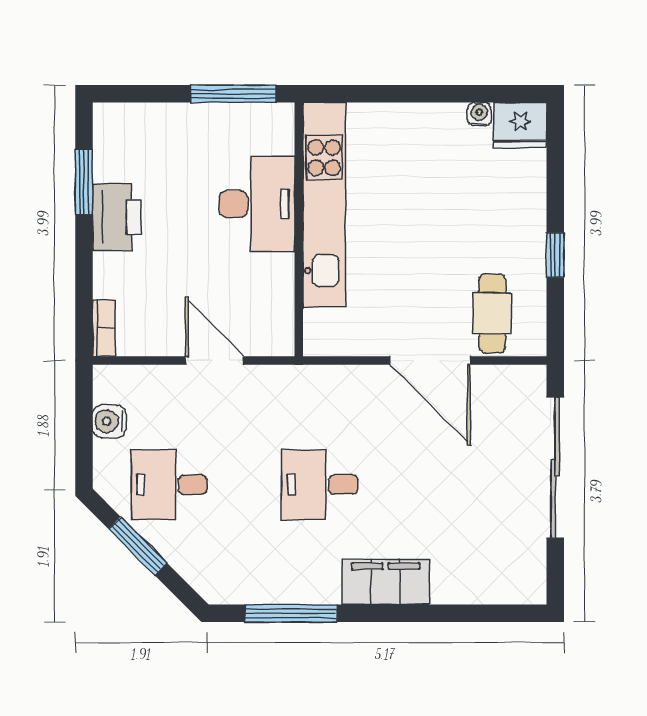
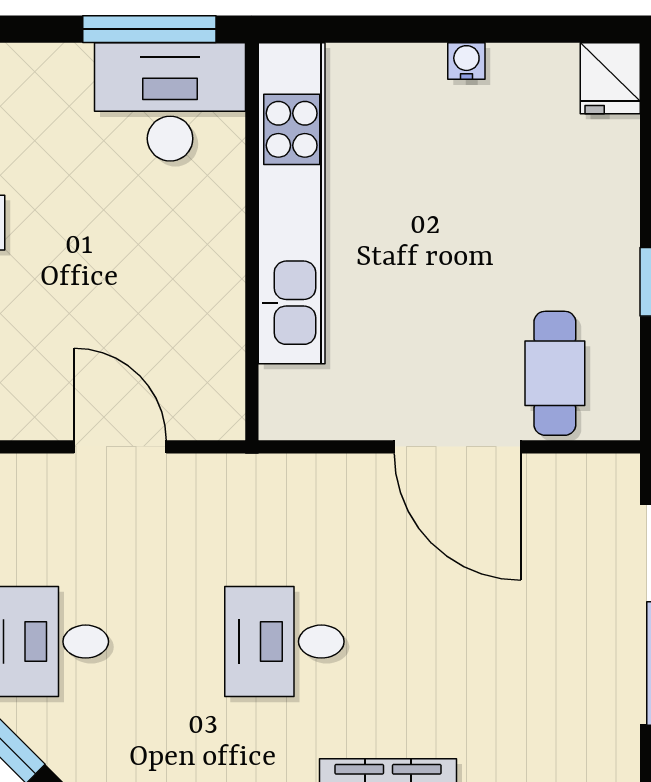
water cooler: (479, 114) -> (466, 61), moved
fridge: (520, 125) -> (610, 78), width x0.72
desk: (257, 204) -> (170, 102), moved, turned -90

